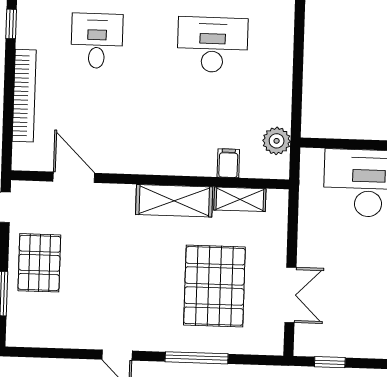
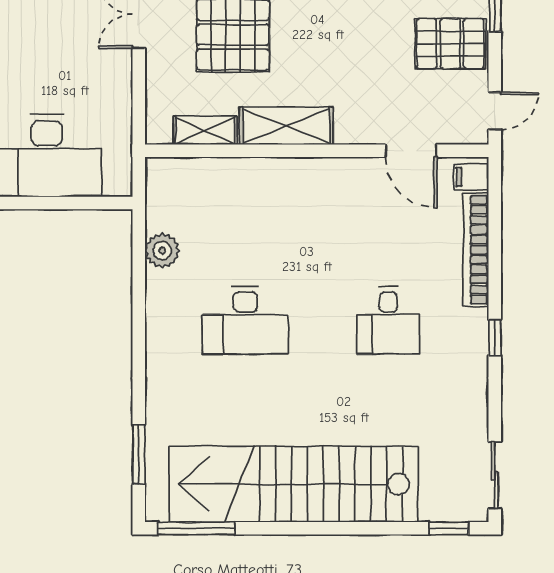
plant: (277, 141) -> (162, 251), moved
filing cabinet: (228, 163) -> (471, 177), moved, turned 90
pallet: (39, 263) -> (450, 44), turned 90

